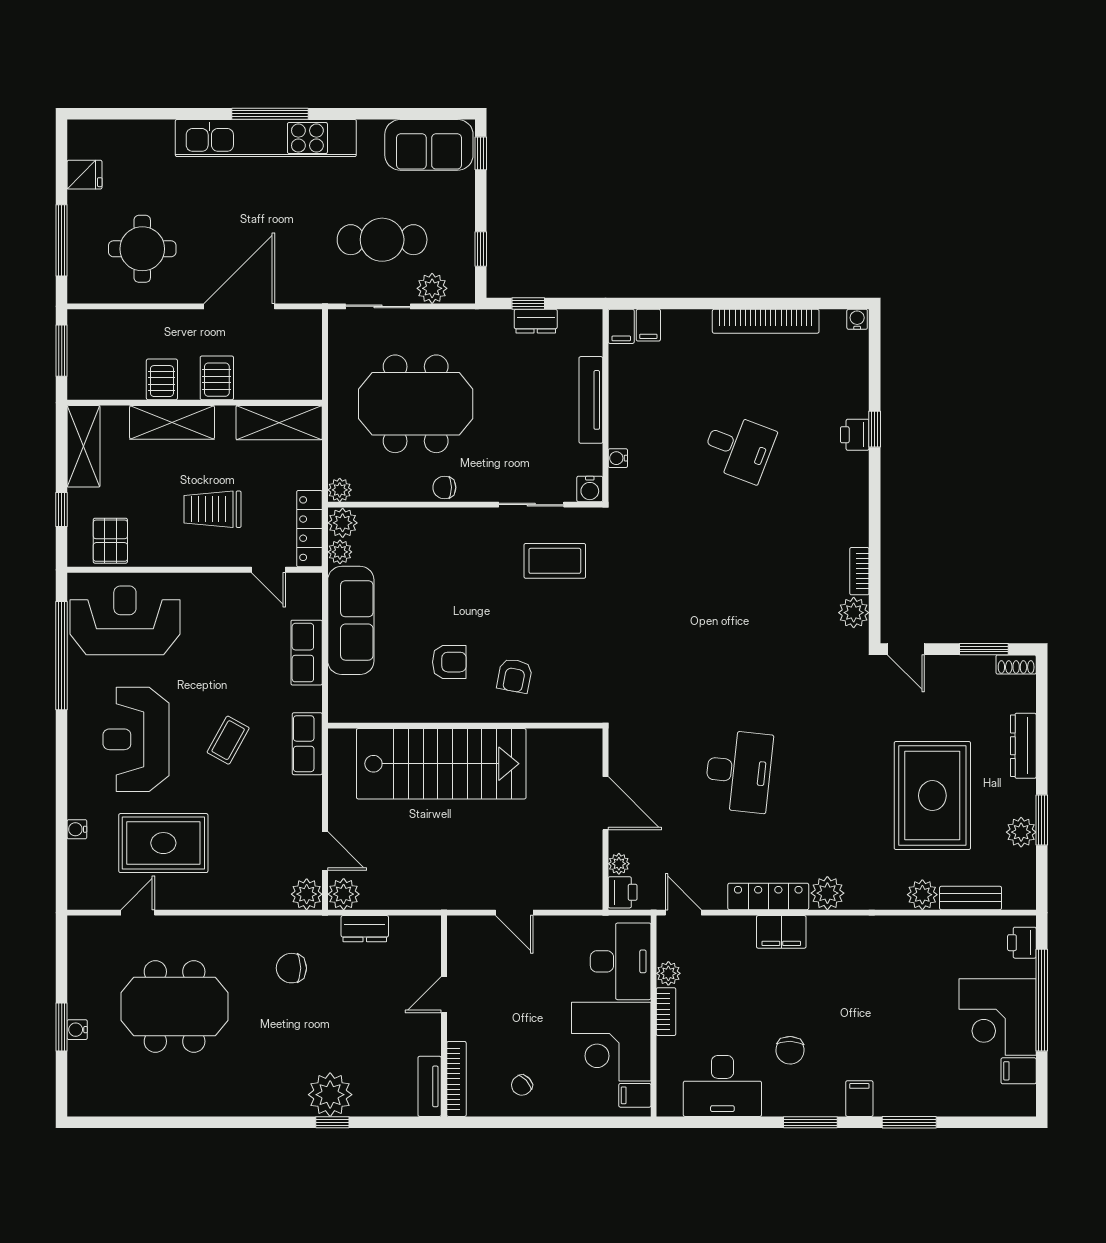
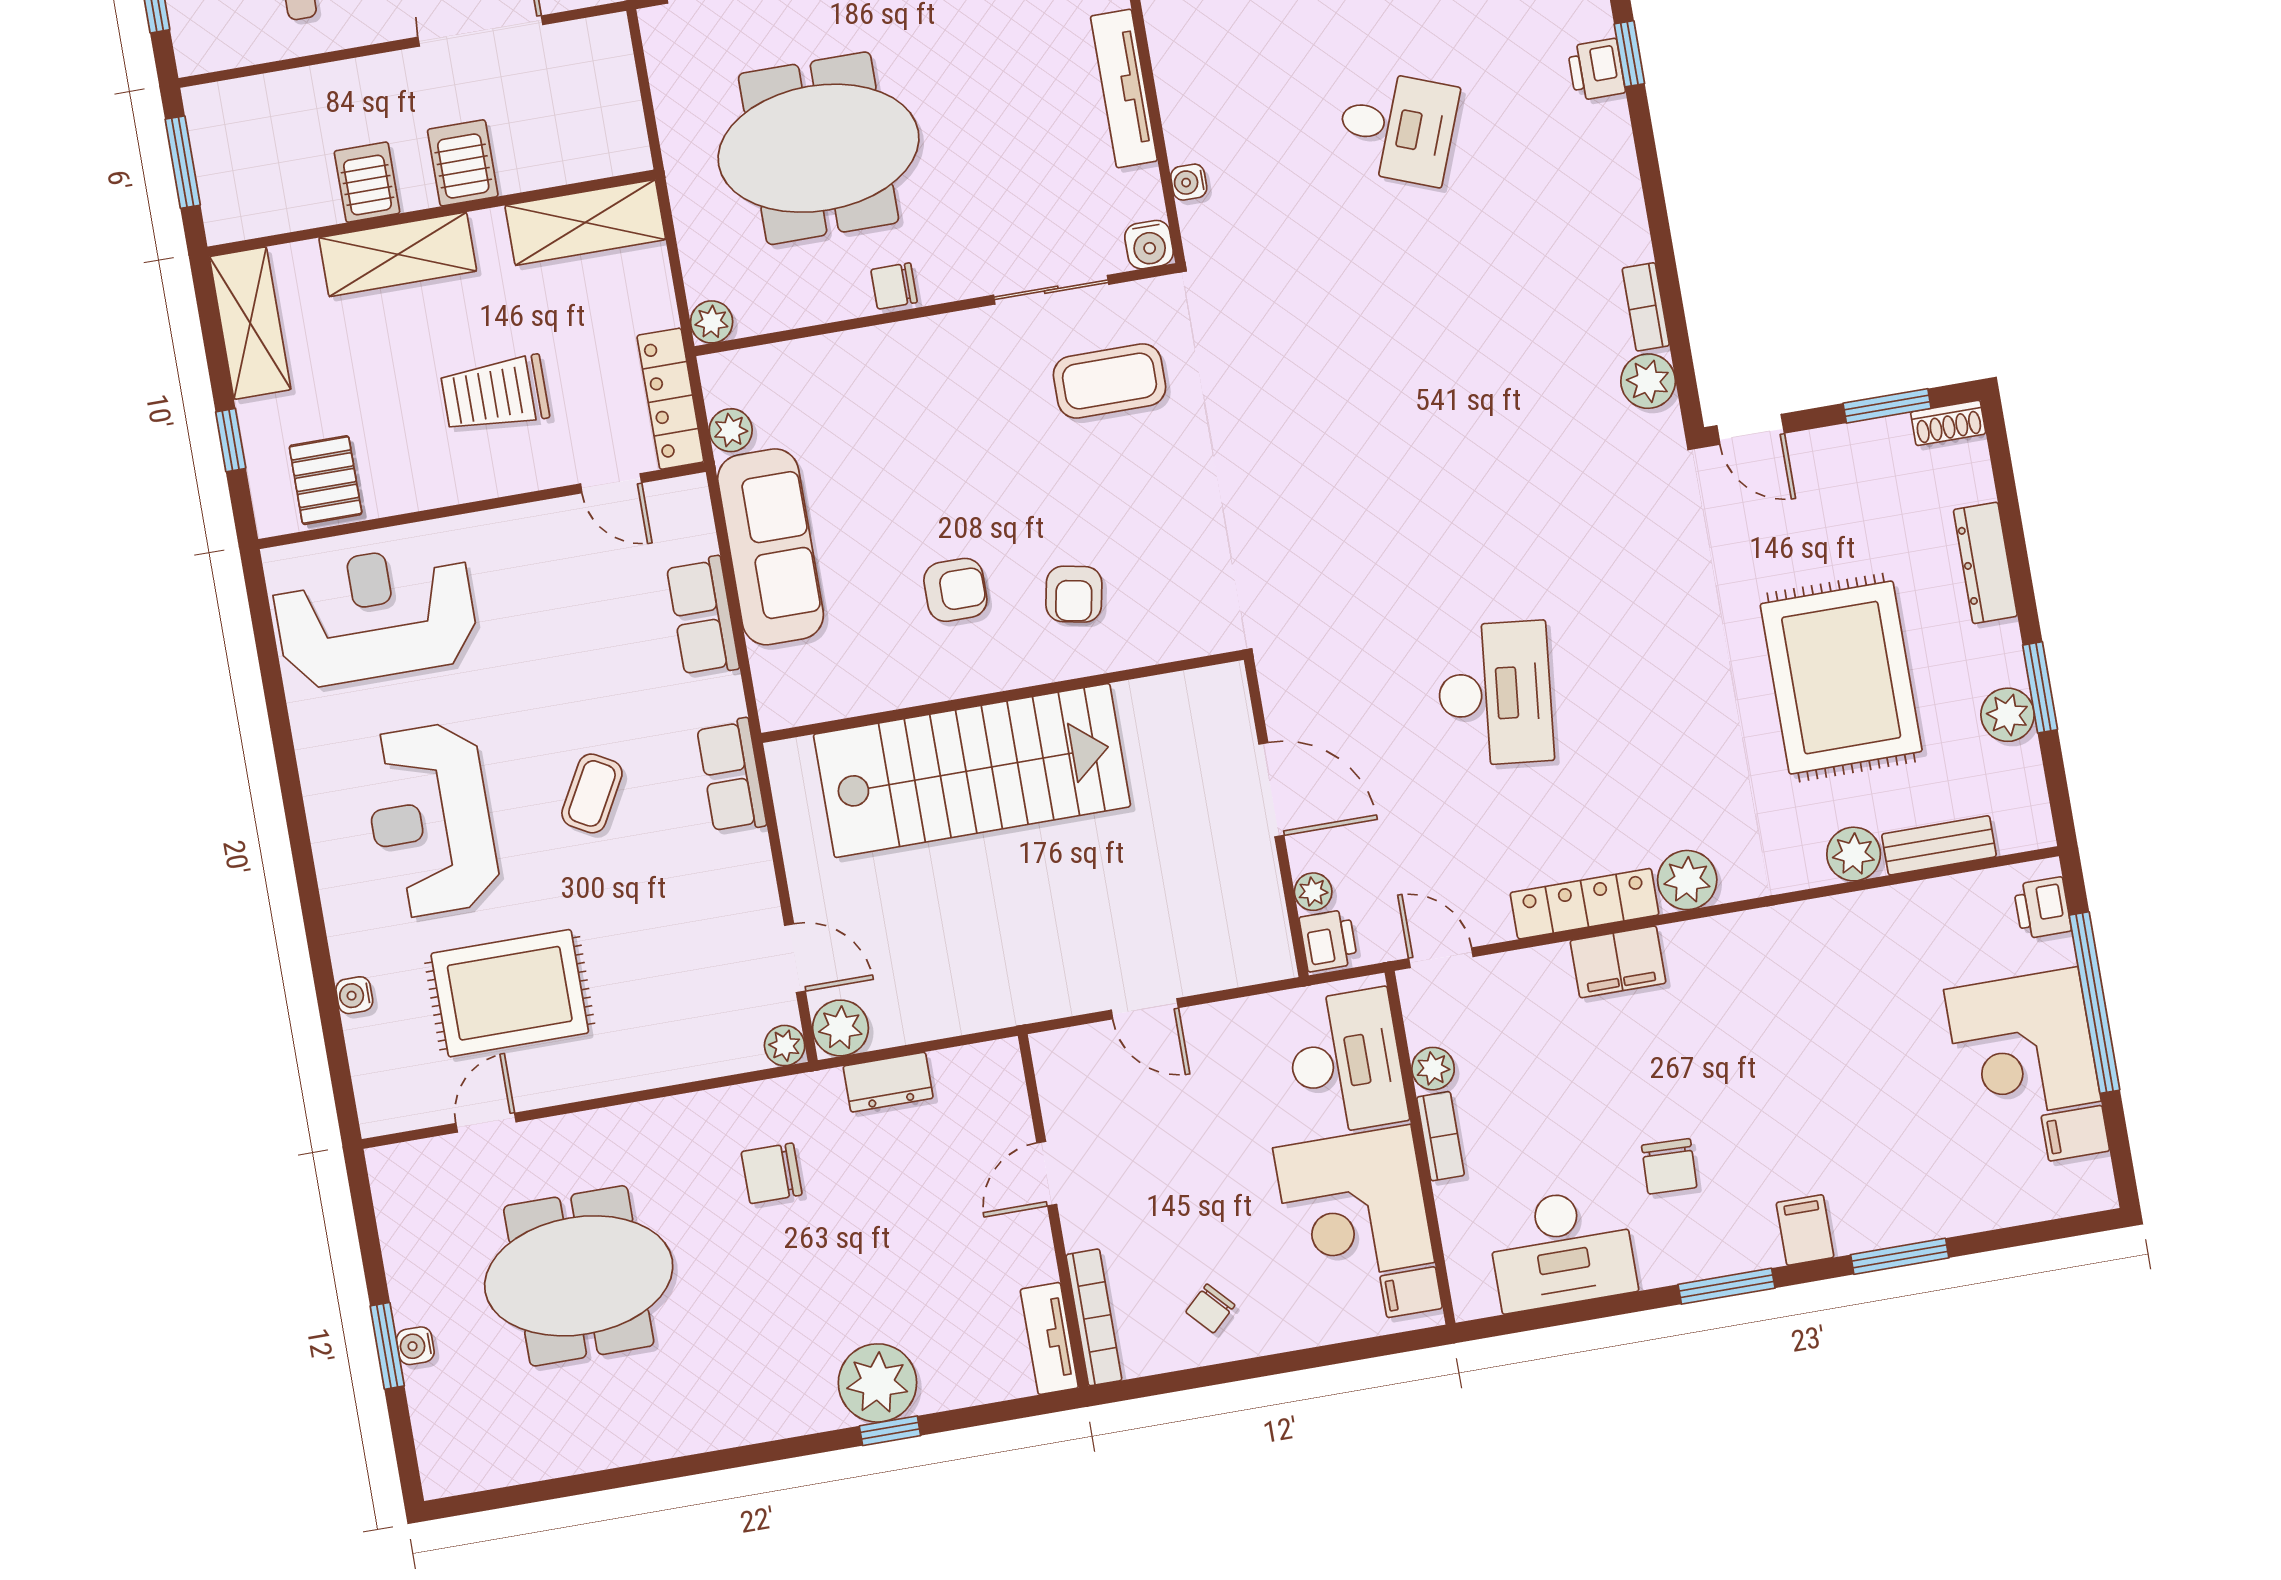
plant: (343, 523) -> (727, 379), removed
window: (62, 656) -> (275, 696), removed
plant: (307, 894) -> (785, 1046), width x0.73, depth x0.73

